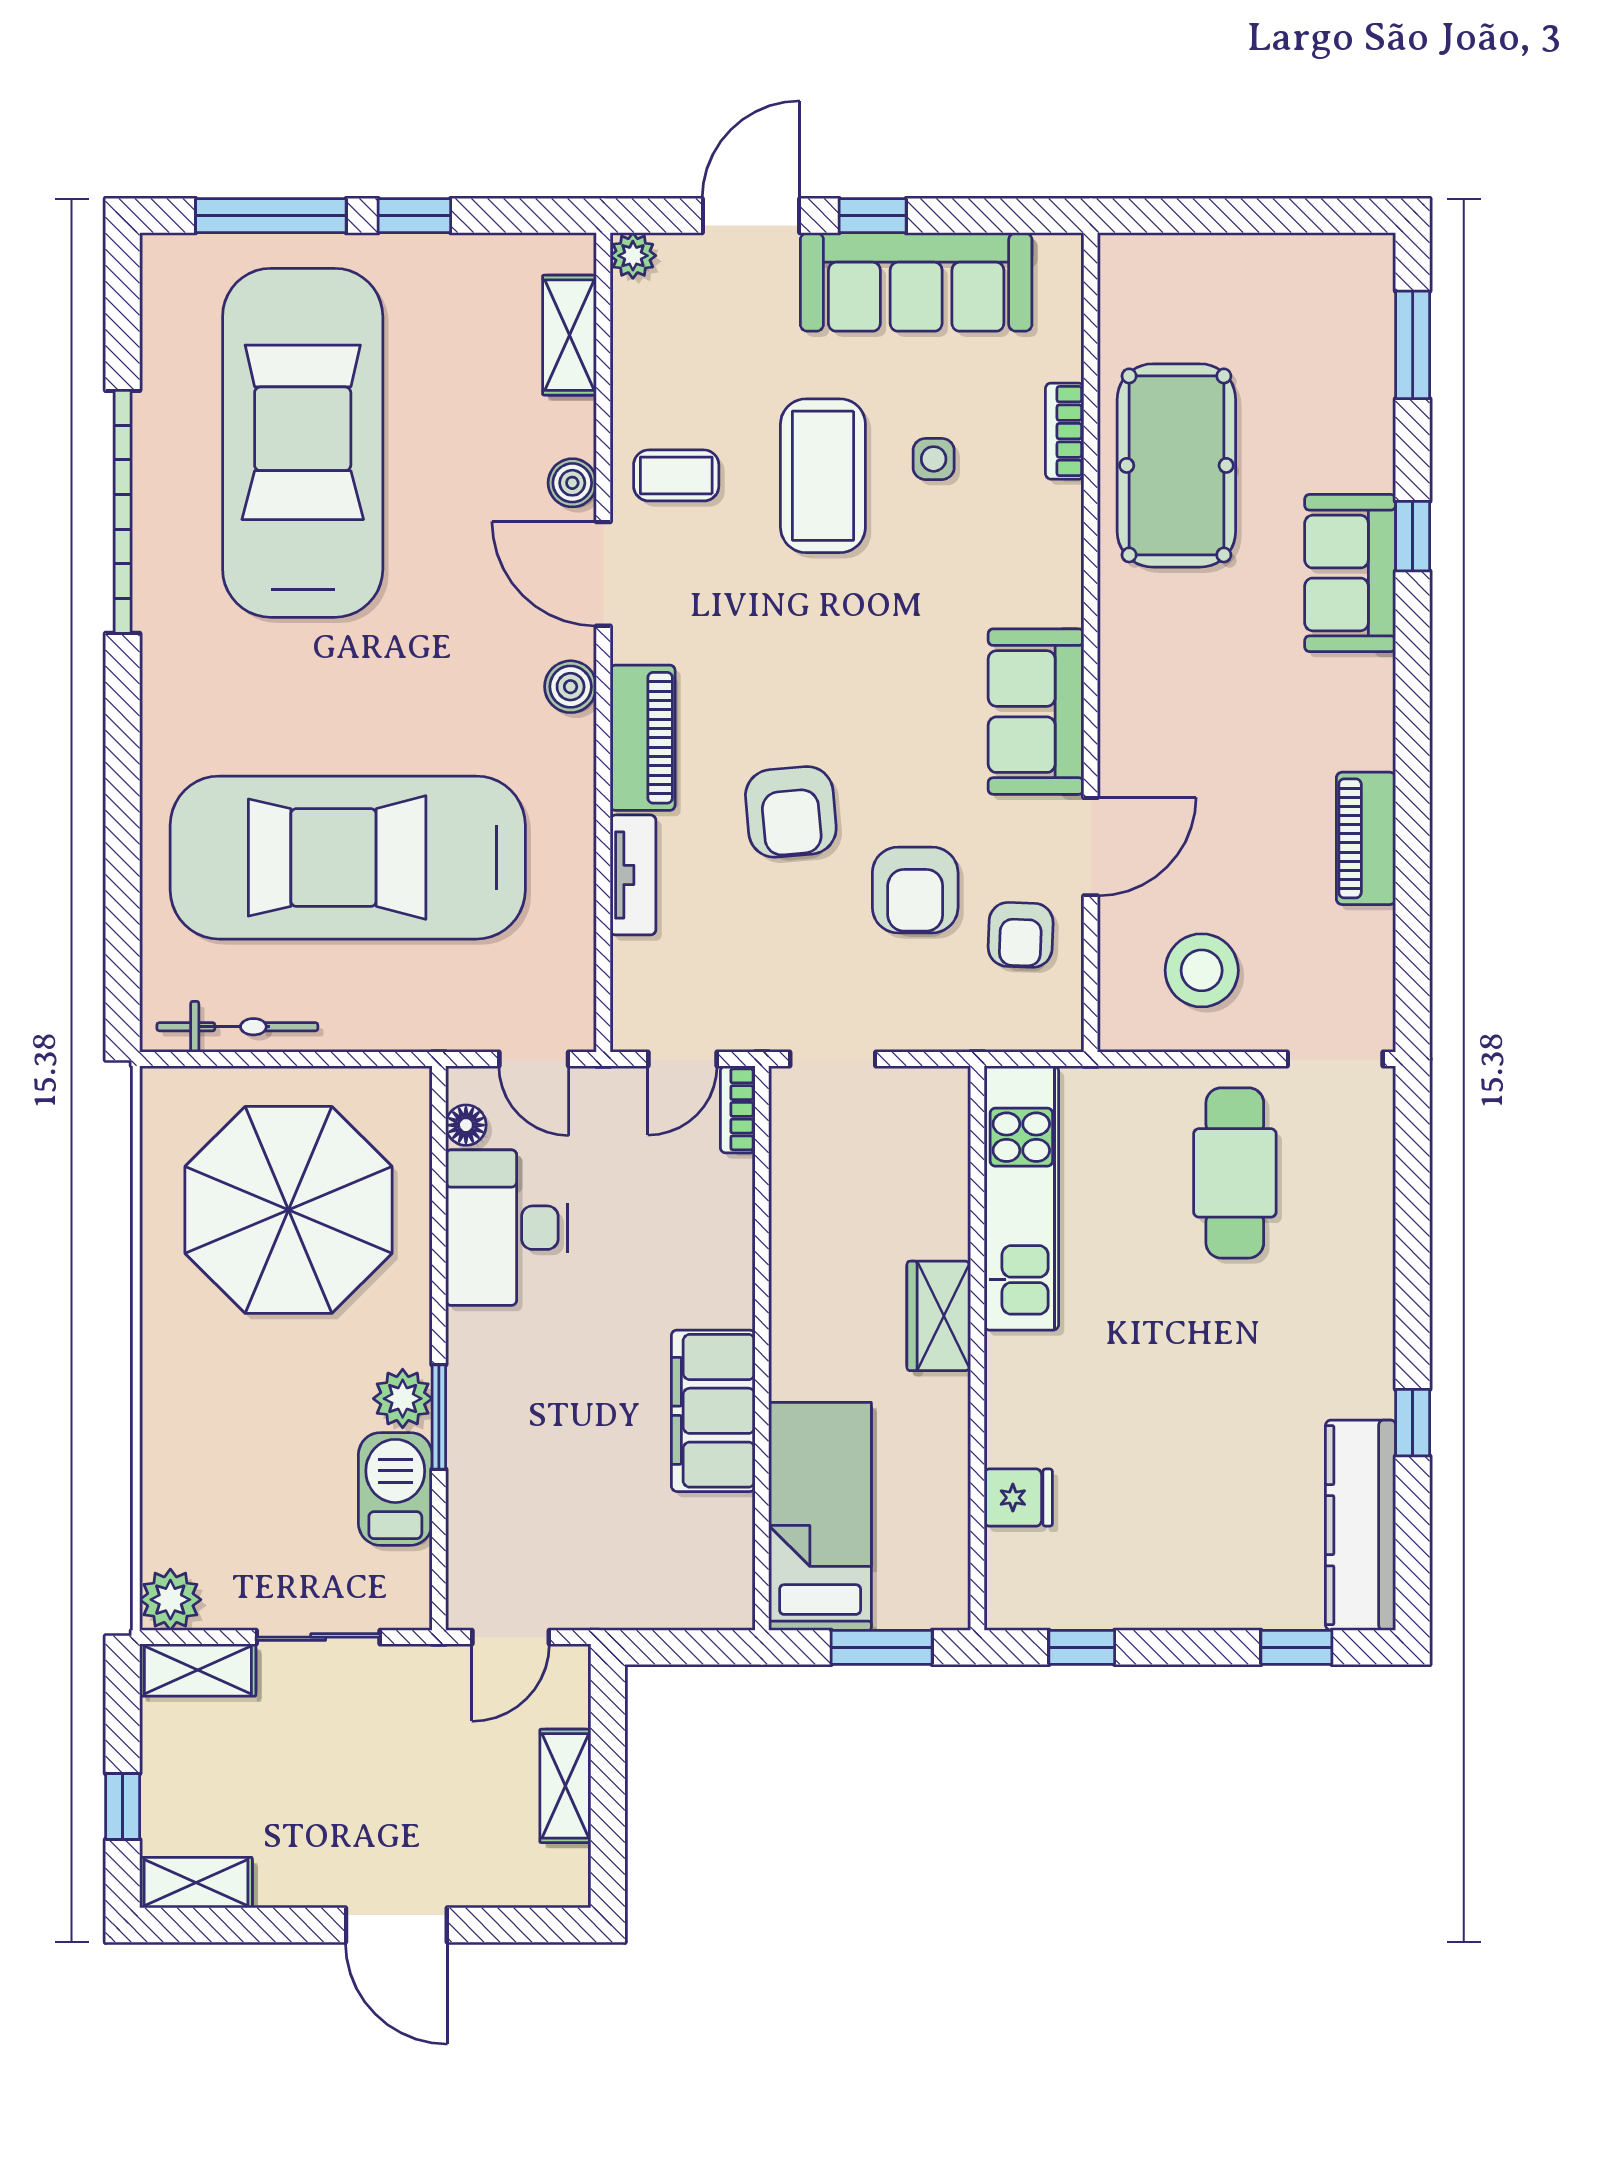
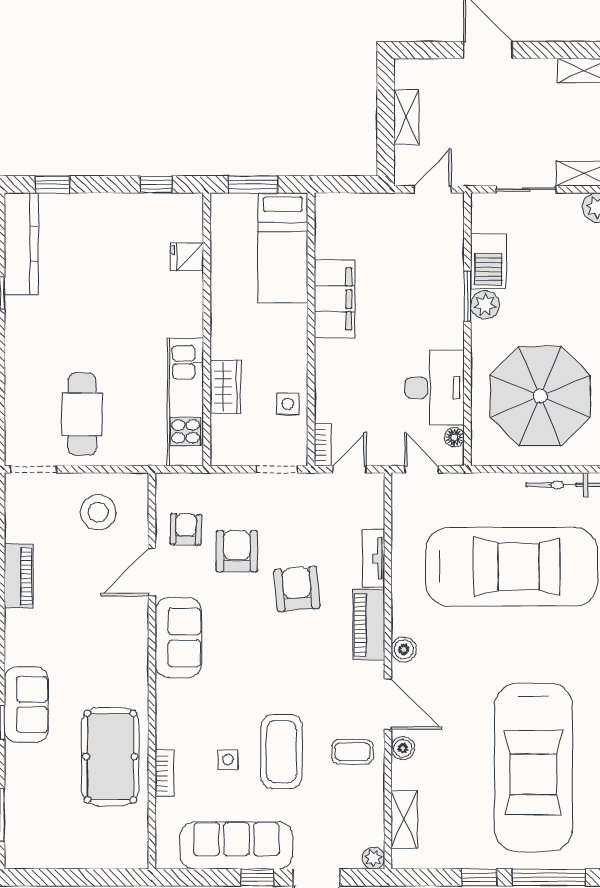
side table: (810, 1194) -> (288, 404), added
wardrobe: (939, 1316) -> (225, 387), moved

